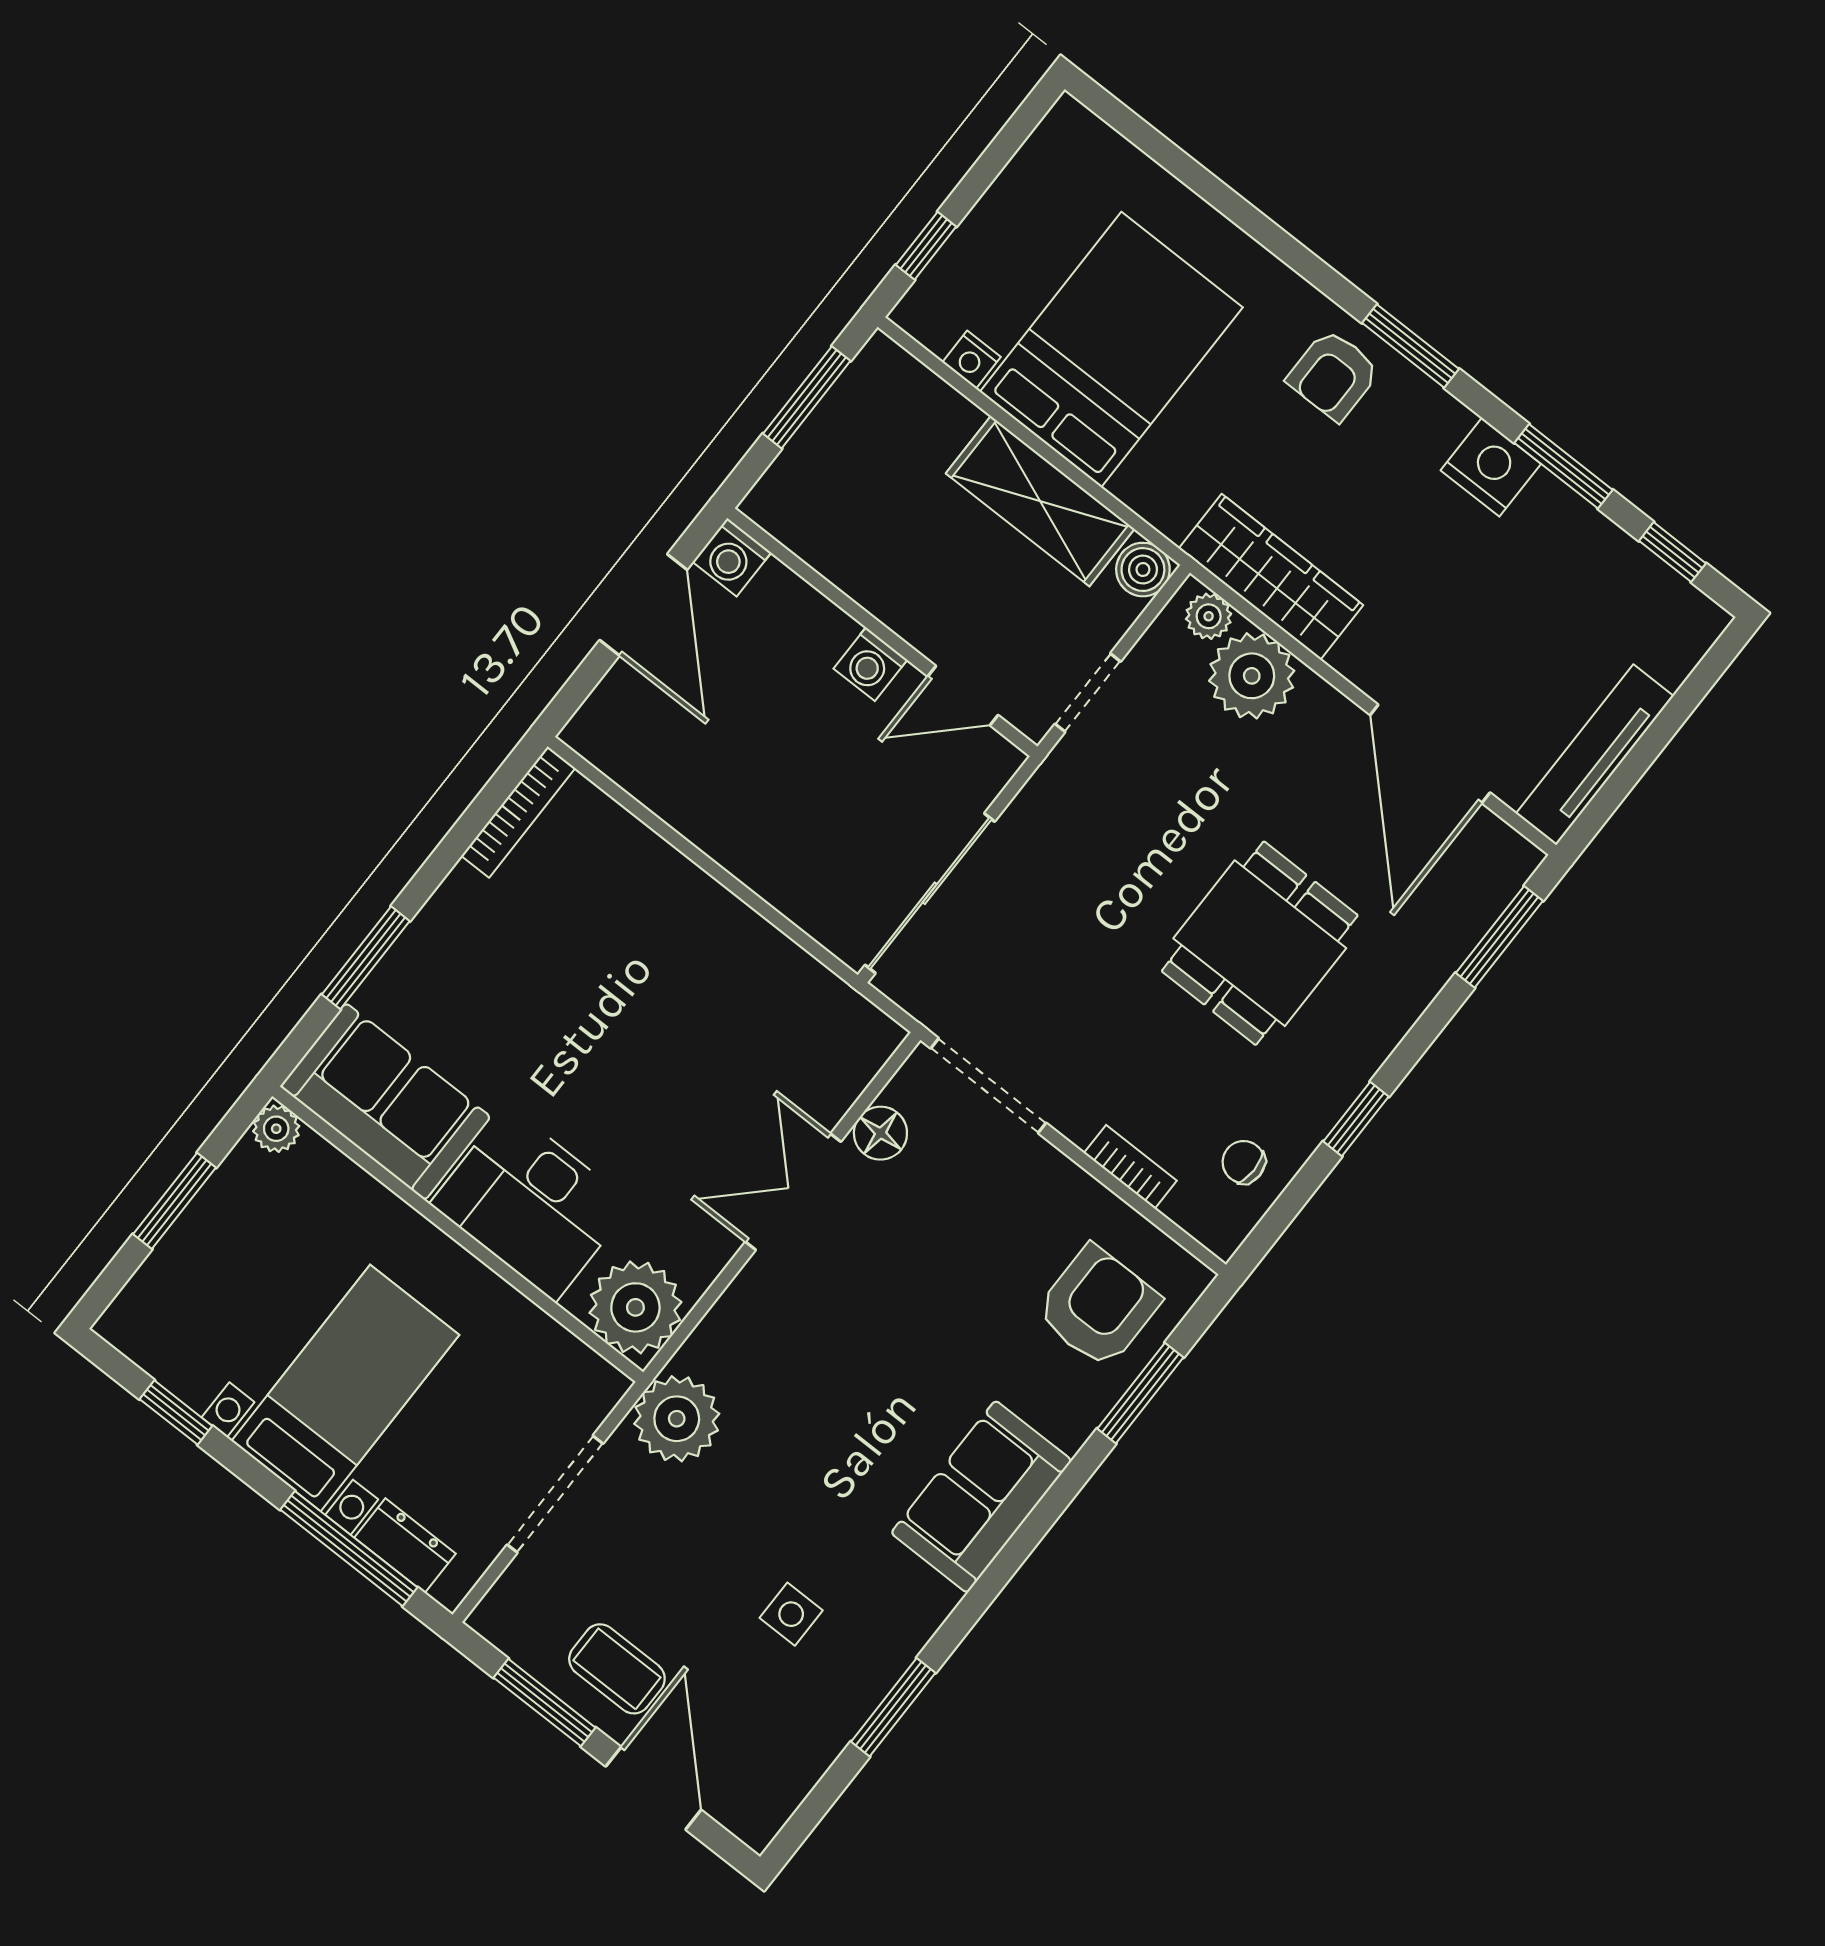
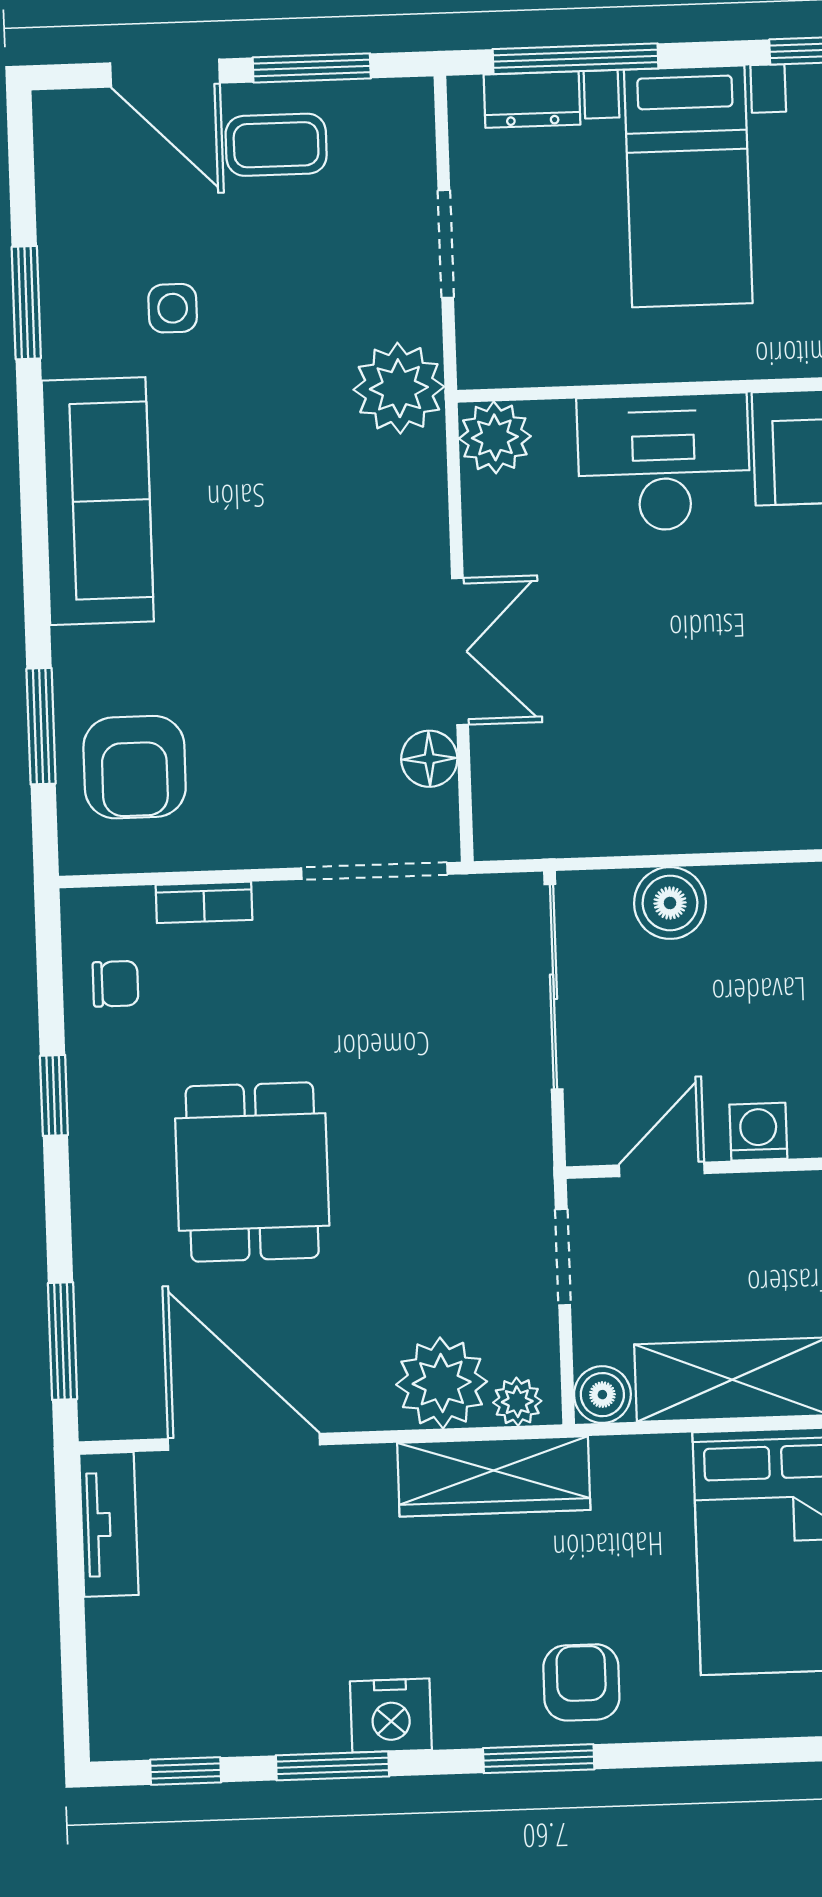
tv unit: (1595, 755) -> (109, 1524), width x0.71
boiler: (795, 883) -> (670, 903), added
plant: (635, 1307) -> (495, 437), width x0.73, depth x0.73
doorway: (555, 1494) -> (446, 244), width x0.73
sofa: (981, 1497) -> (98, 501), width x1.36

